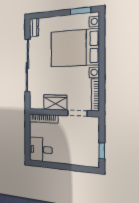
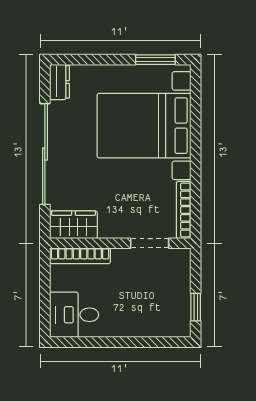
wardrobe: (55, 102) -> (73, 225), moved

